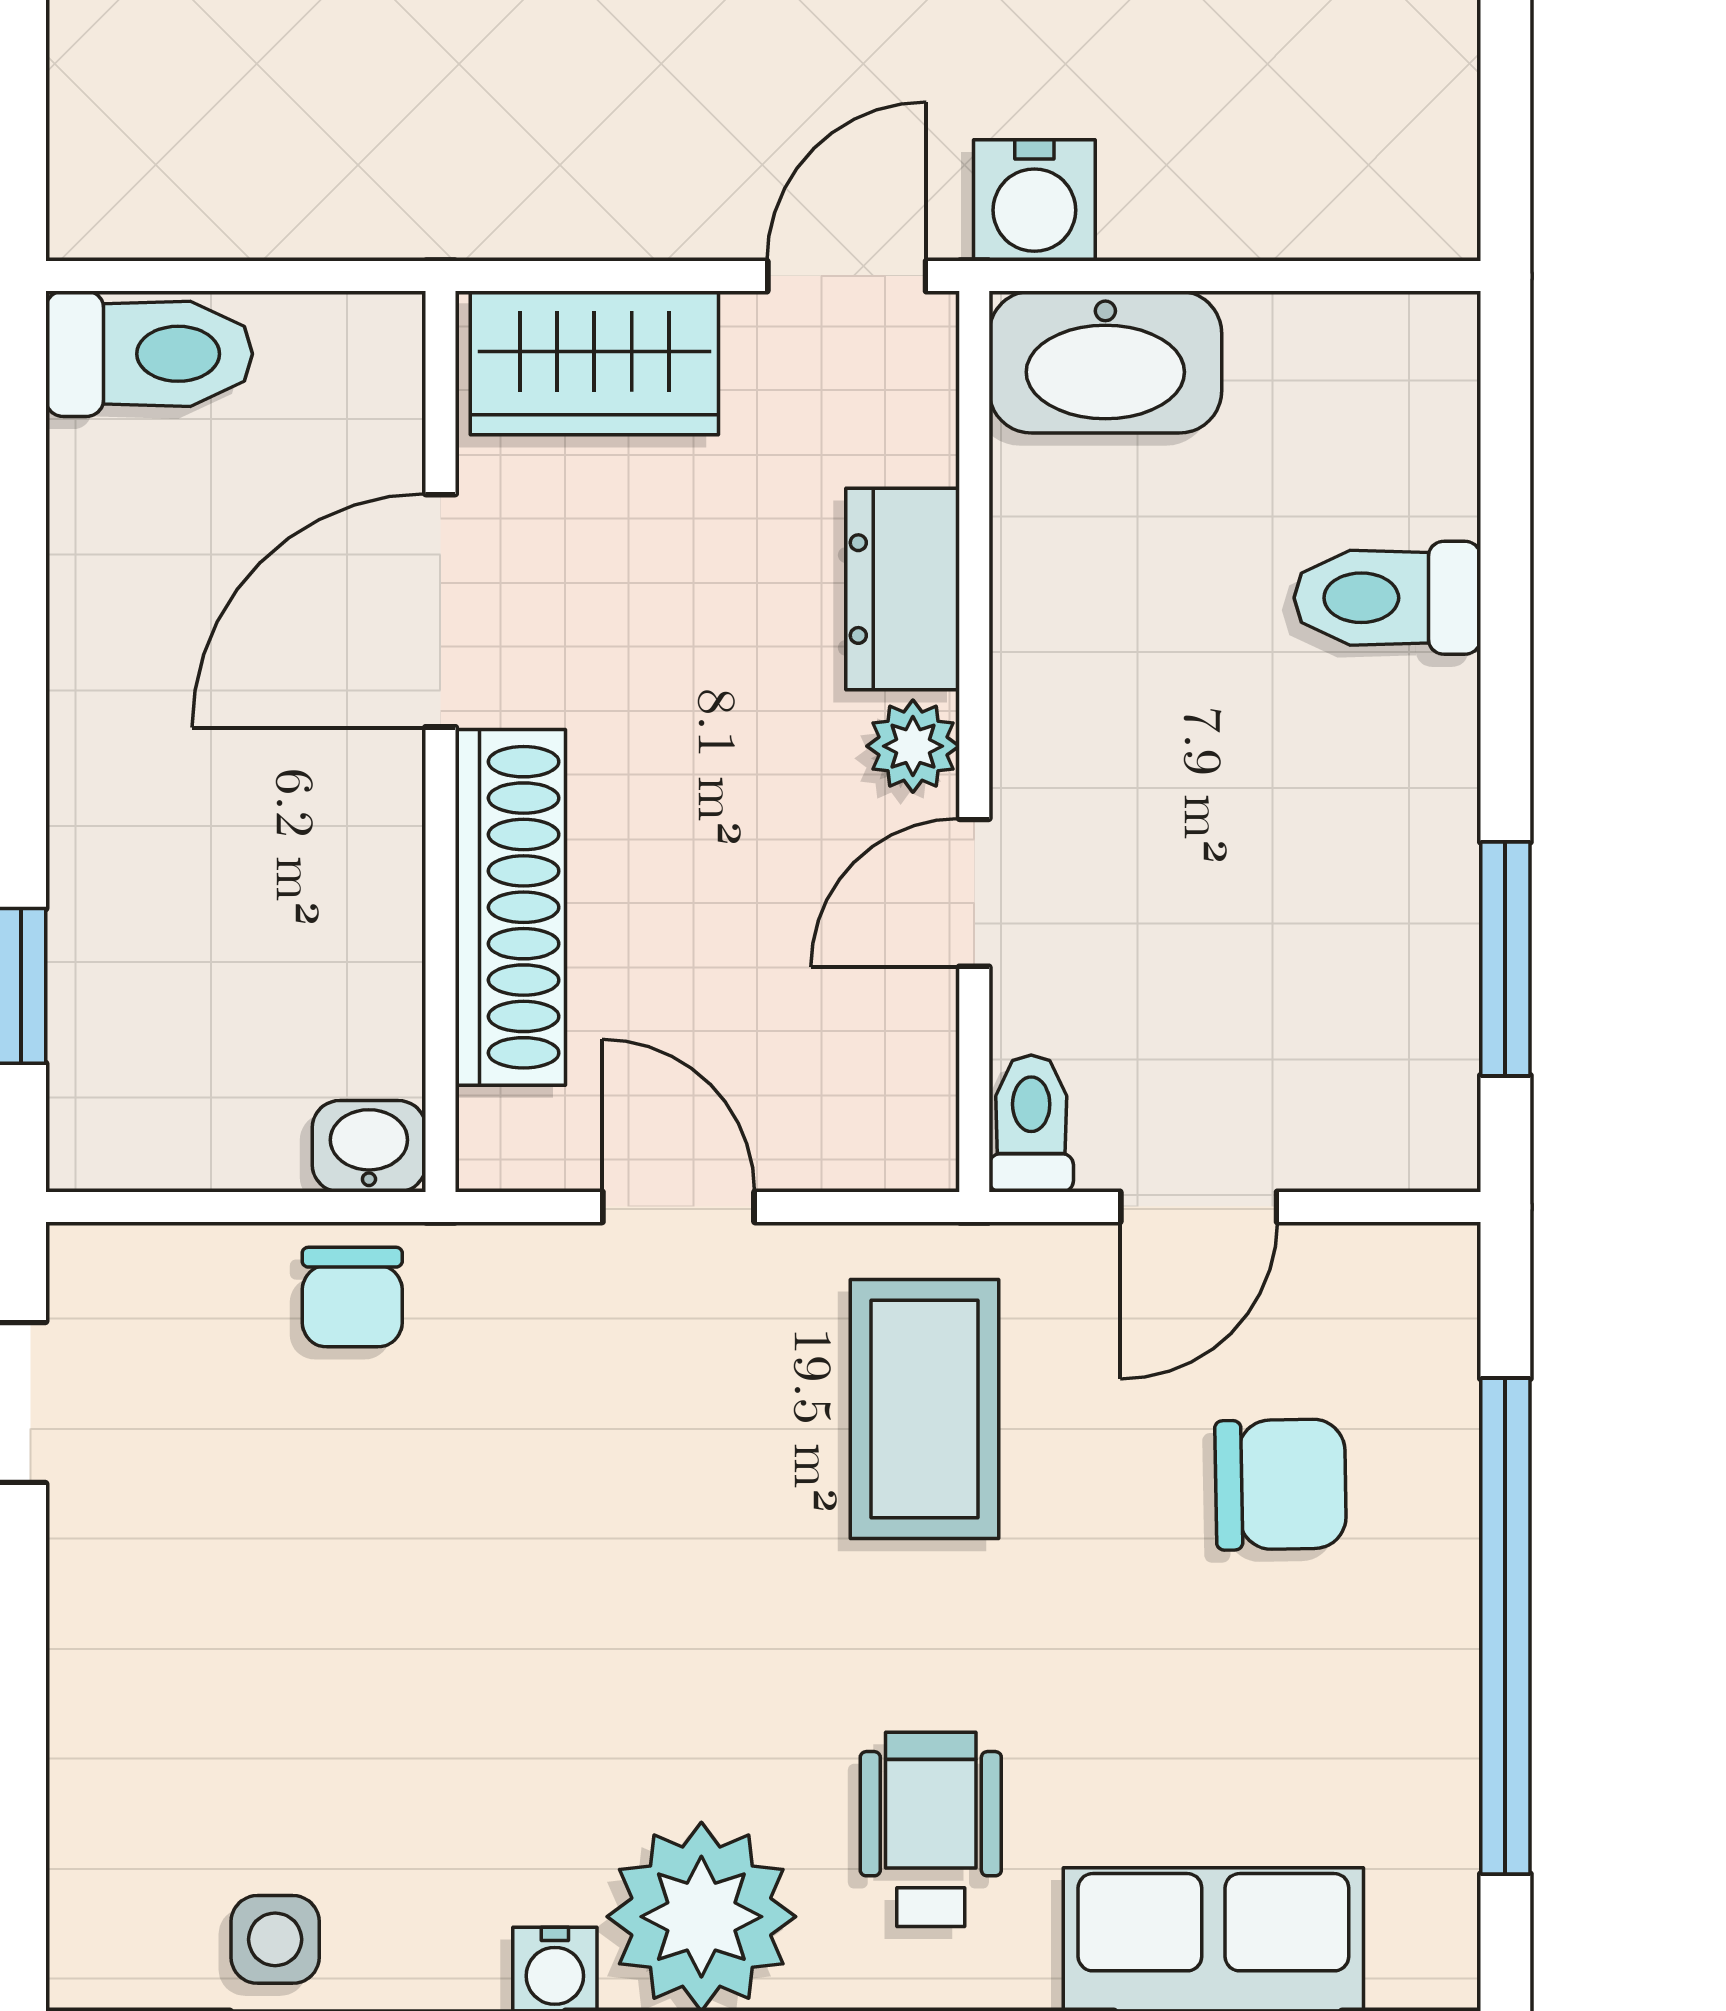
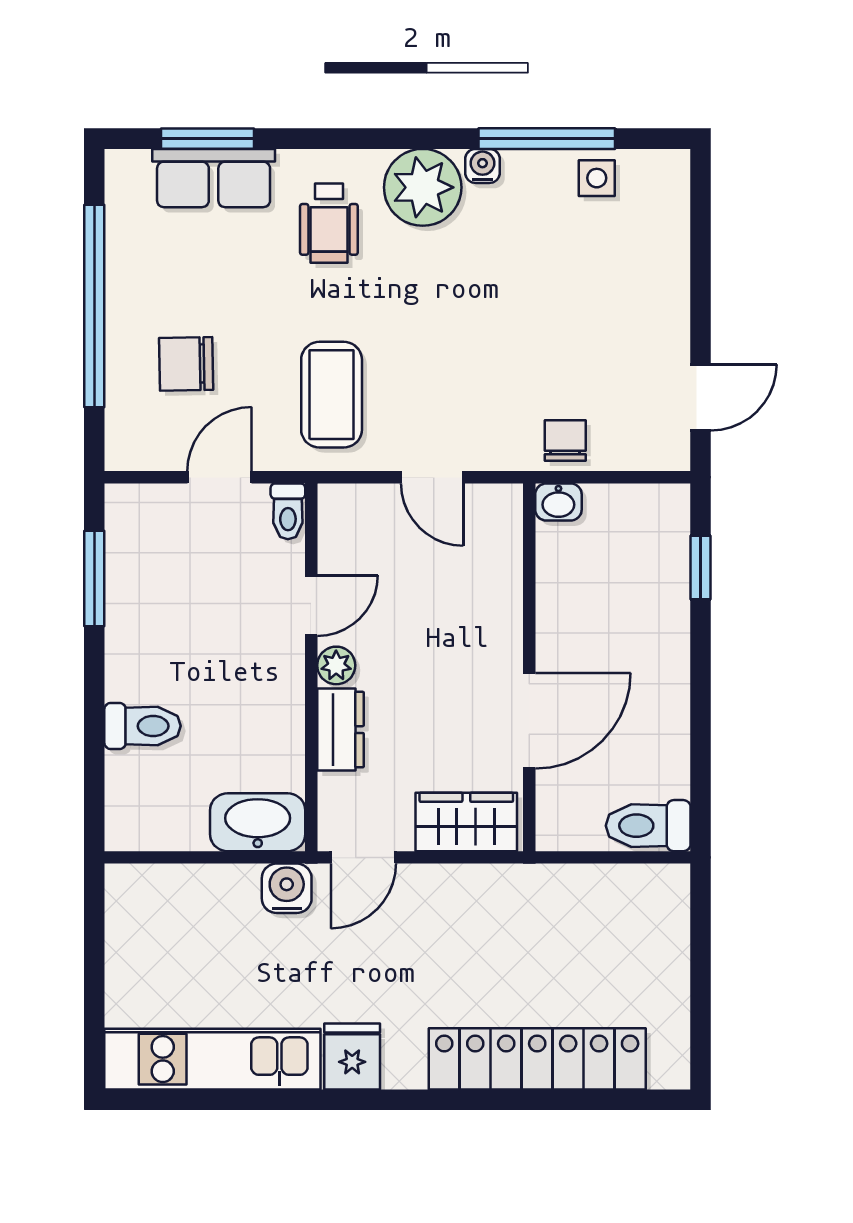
shoe rack: (510, 907) -> (501, 600), removed

